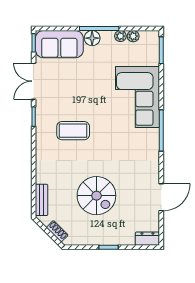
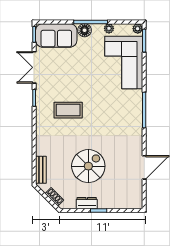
plant: (133, 36) -> (138, 29), moved
corner sofa: (138, 97) -> (124, 63), moved
spiral stairs: (96, 196) -> (88, 166), turned -90
dresser: (147, 239) -> (87, 203), moved

